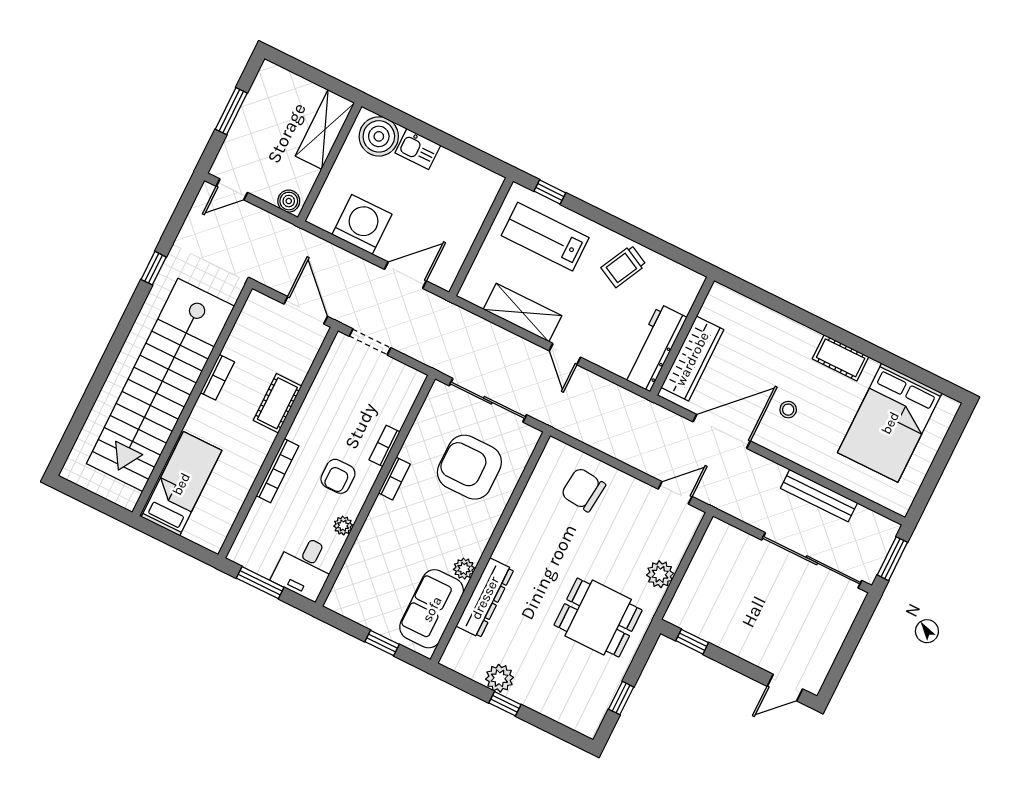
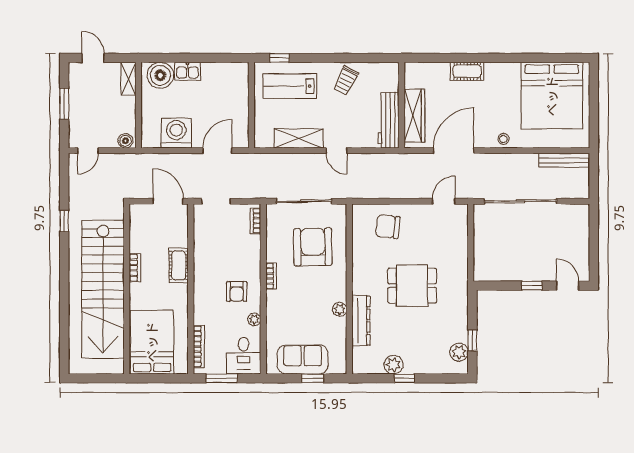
door: (300, 69) -> (93, 58), added
shelving: (325, 129) -> (128, 79), width x0.67, depth x0.75
cot: (841, 358) -> (467, 71), moved
stool: (788, 410) -> (503, 139), moved
bed: (890, 423) -> (552, 96), width x1.36
bookcase: (384, 446) -> (256, 221), moved
armchair: (469, 467) -> (313, 247), turned 89
bookcase: (278, 471) -> (199, 346), moved
bed: (181, 484) -> (152, 342), width x1.50
bench: (819, 496) -> (564, 160), moved
window: (892, 559) -> (594, 176), removed
sliding door: (812, 560) -> (520, 201), moved
plant: (660, 574) -> (459, 352), moved
sofa: (432, 609) -> (303, 359), moved, turned 90
dining table: (598, 618) -> (412, 286), moved
window: (692, 642) -> (532, 286), moved
door: (785, 688) -> (568, 286), swing flipped

